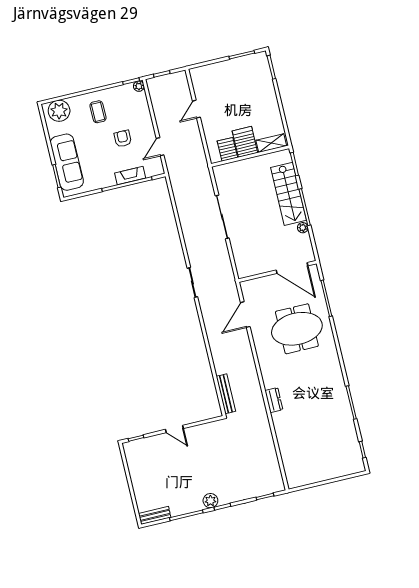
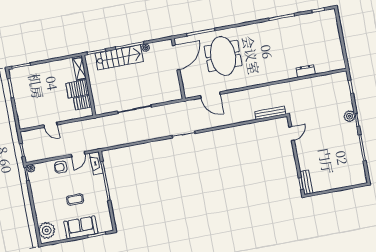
coffee table: (98, 112) -> (75, 199), moved
armchair: (123, 139) -> (61, 167), moved
door: (160, 147) -> (78, 154), hinge flipped
sofa: (67, 162) -> (81, 227), width x0.73
fireplace: (130, 176) -> (96, 163), moved
dresser: (274, 400) -> (306, 71), moved
door: (174, 429) -> (292, 134), moved
plant: (210, 501) -> (349, 116), moved
bench: (155, 515) -> (306, 182), moved

